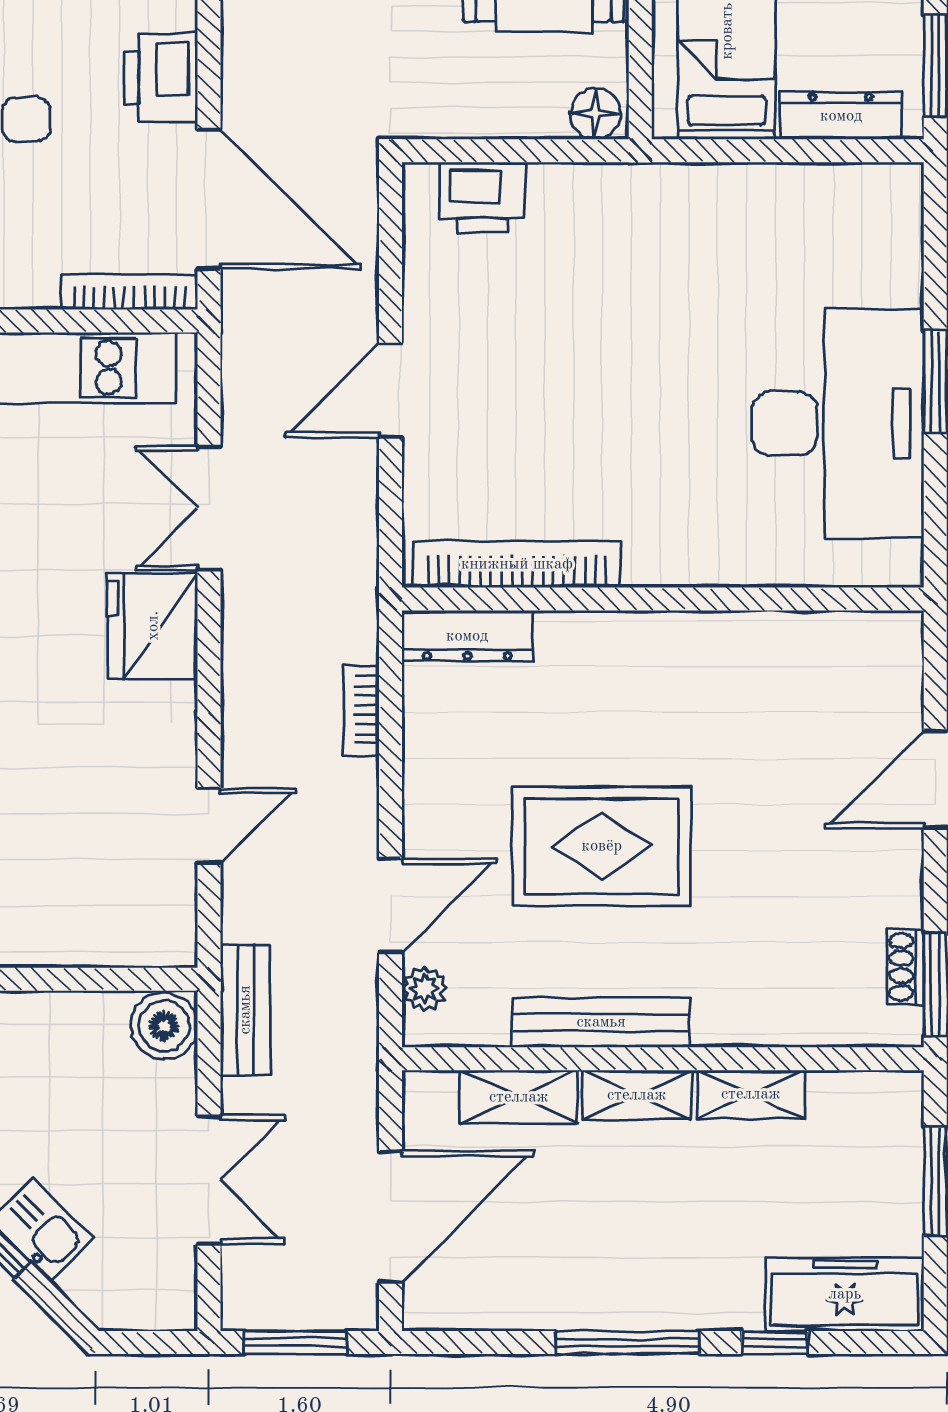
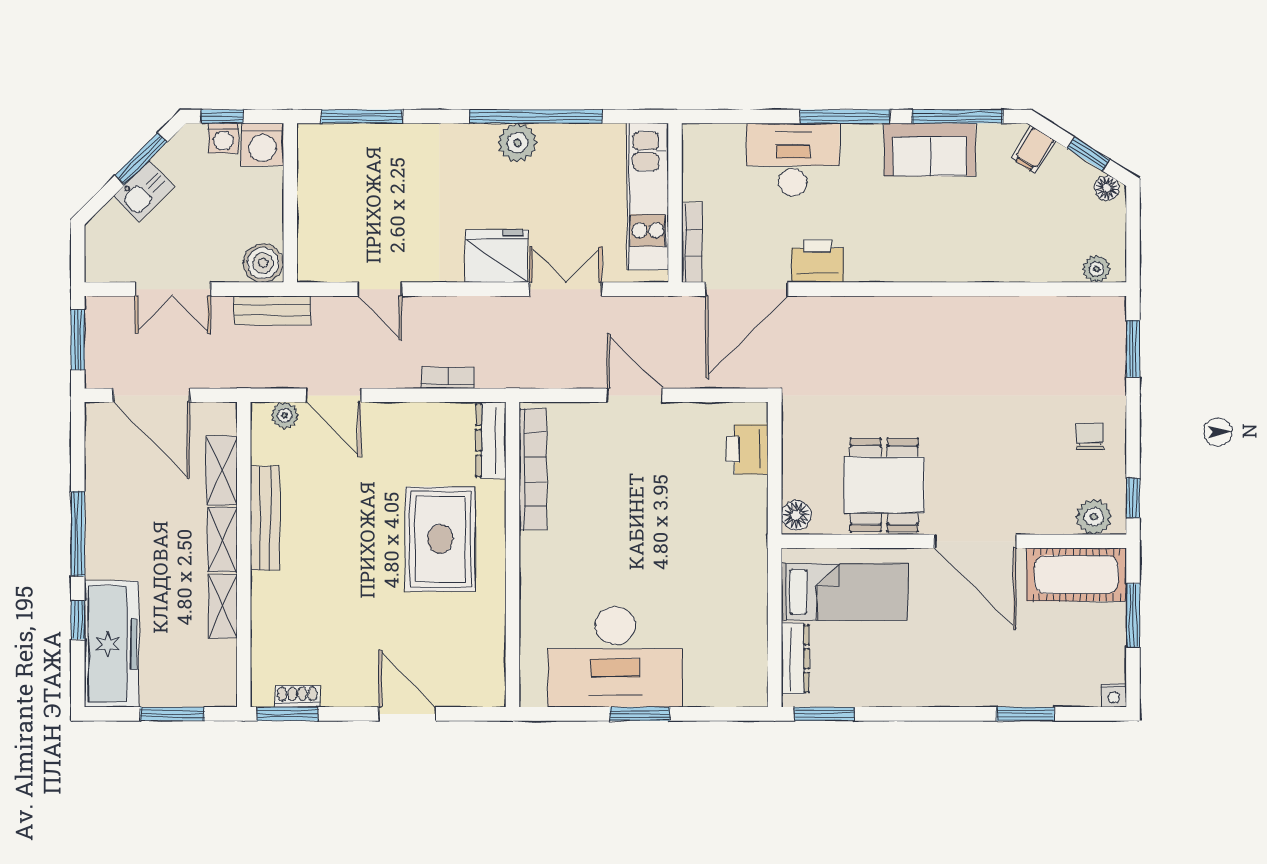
rug: (602, 846) -> (440, 539), moved
freezer: (845, 1294) -> (112, 644), width x1.36, depth x1.26

